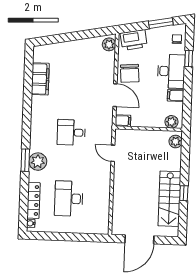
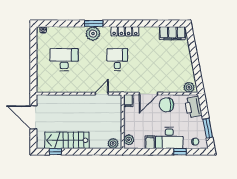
filing cabinet: (40, 79) -> (172, 33), moved
window: (184, 193) -> (55, 152), moved
locker: (33, 200) -> (125, 31), moved

